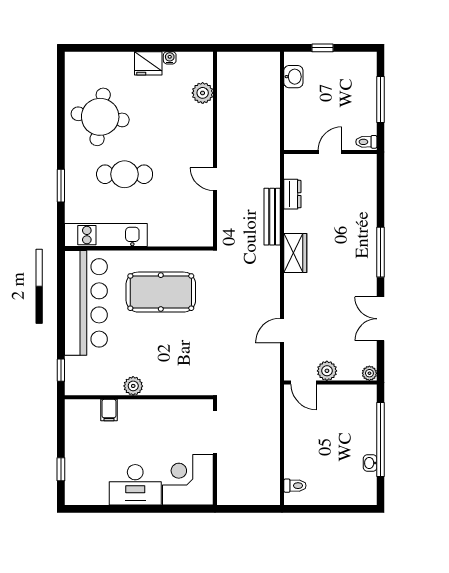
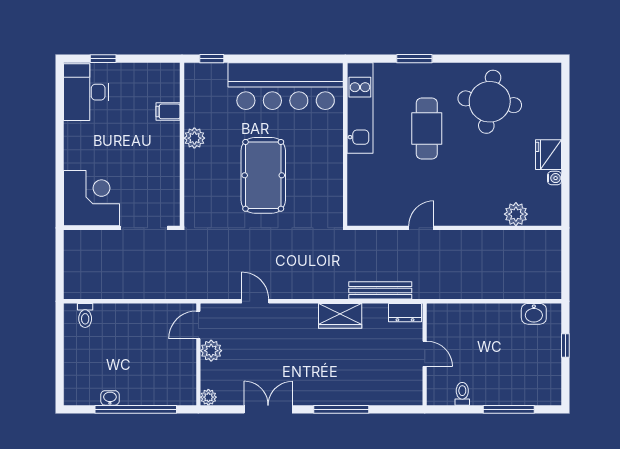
door: (330, 152) -> (425, 354), moved
wall: (330, 152) -> (425, 354), moved
pool table: (161, 292) -> (263, 175), moved
desk: (135, 485) -> (86, 92), moved

